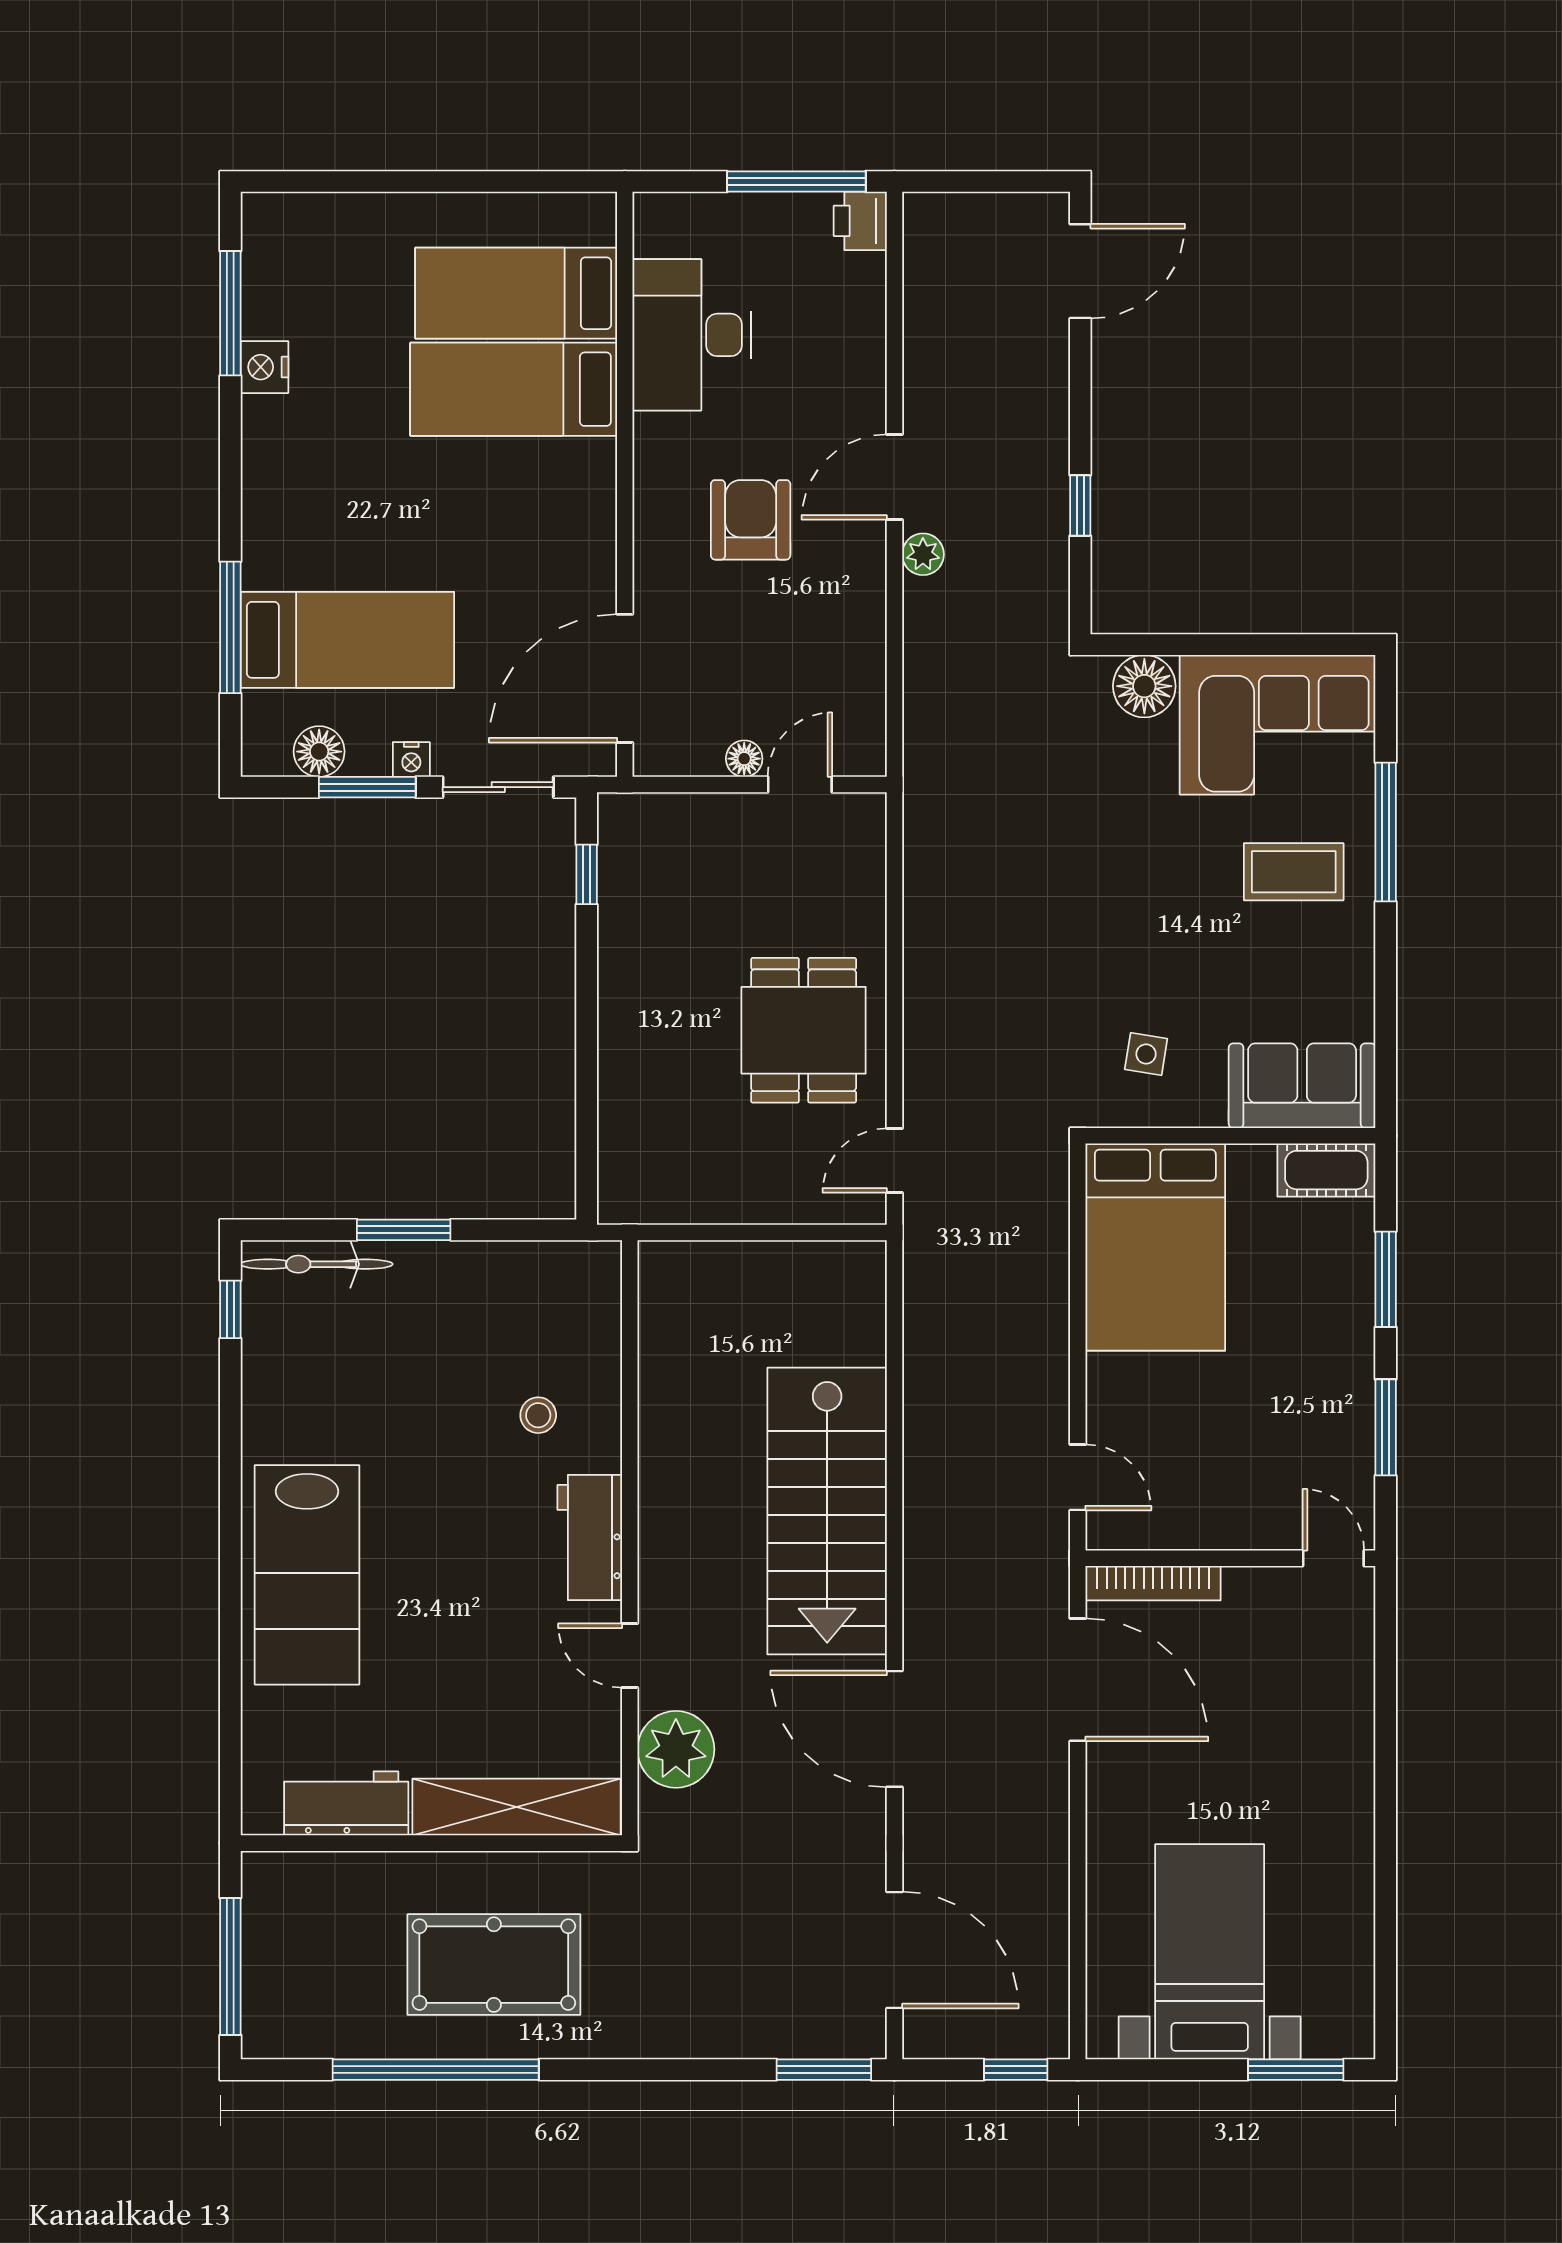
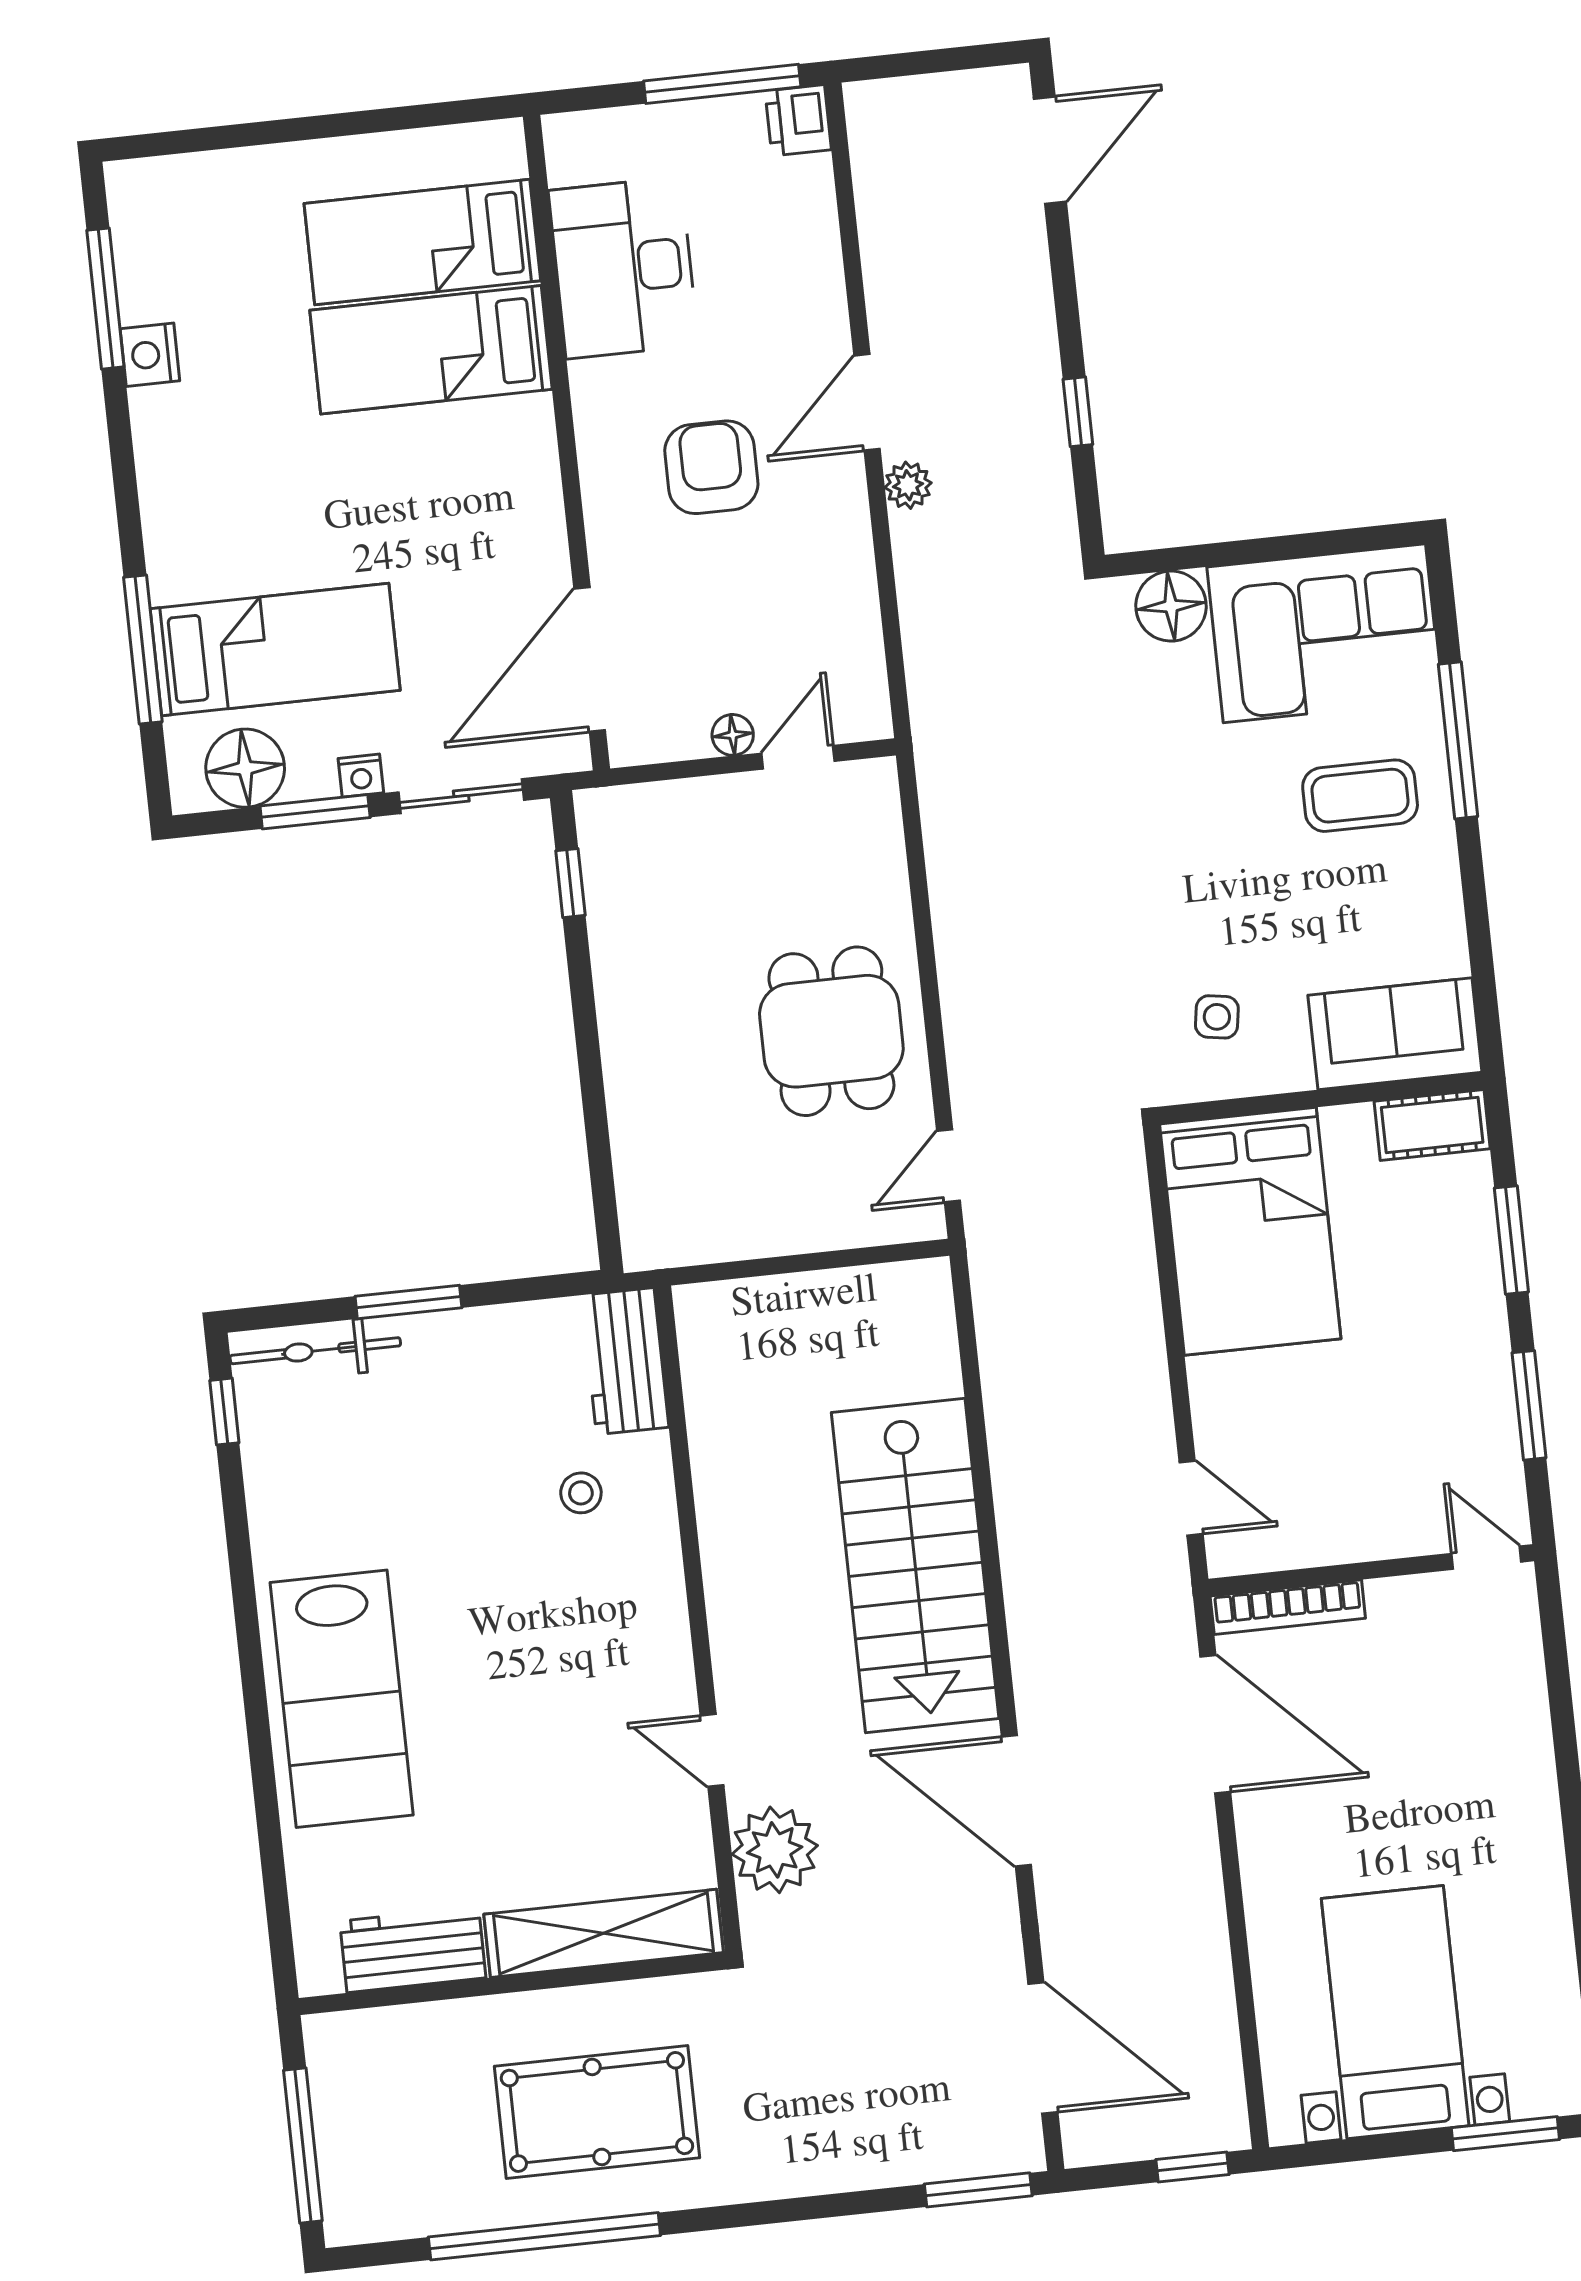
floor lamp: (319, 752) -> (245, 768), width x1.38, depth x1.38
workbench: (590, 1537) -> (625, 1361), moved

